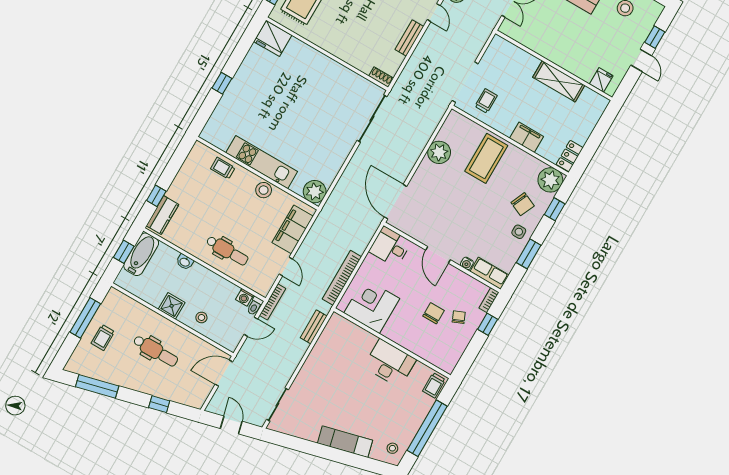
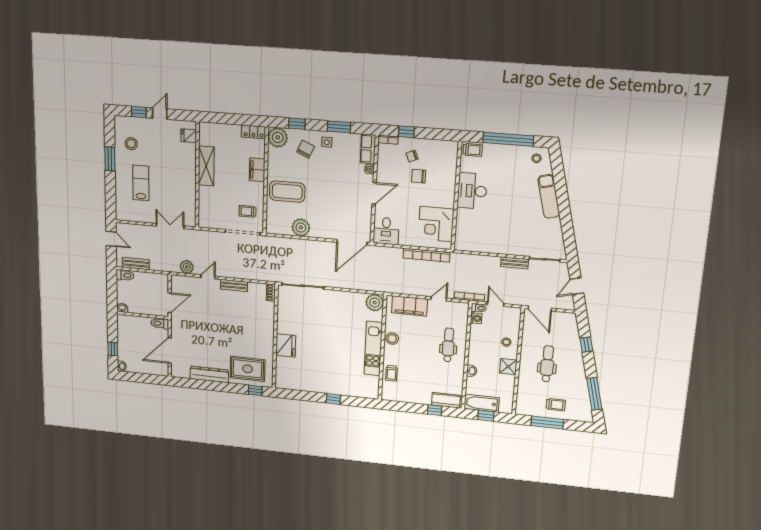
fridge: (273, 38) -> (286, 345), moved
bench: (314, 327) -> (515, 263), moved

